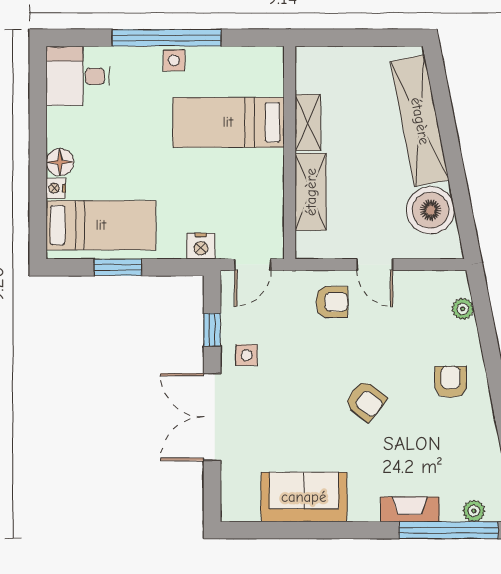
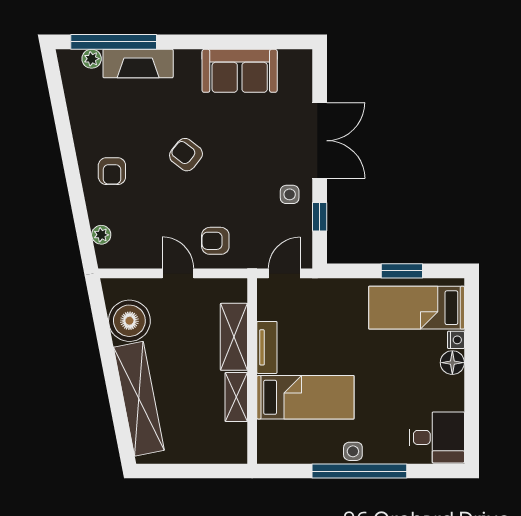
tv unit: (273, 180) -> (267, 347), added
nightstand: (201, 246) -> (329, 289), removed
fireplace: (410, 509) -> (138, 64), width x1.37, depth x1.32

